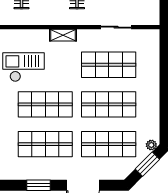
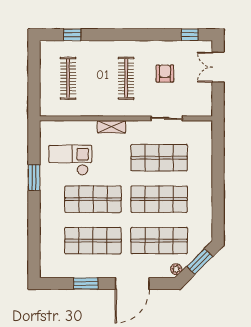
plant: (151, 145) -> (176, 269), moved

